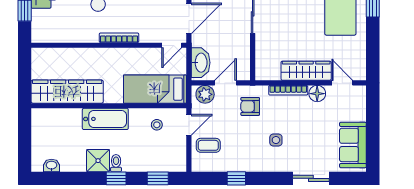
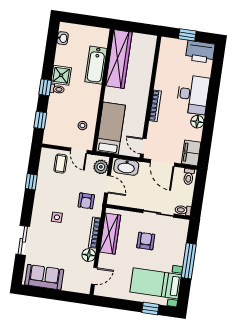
armchair: (289, 25) -> (146, 241), added
wardrobe: (306, 71) -> (110, 234), moved
armchair: (250, 106) -> (86, 201), turned 180
bathtub: (105, 119) -> (96, 65), moved

